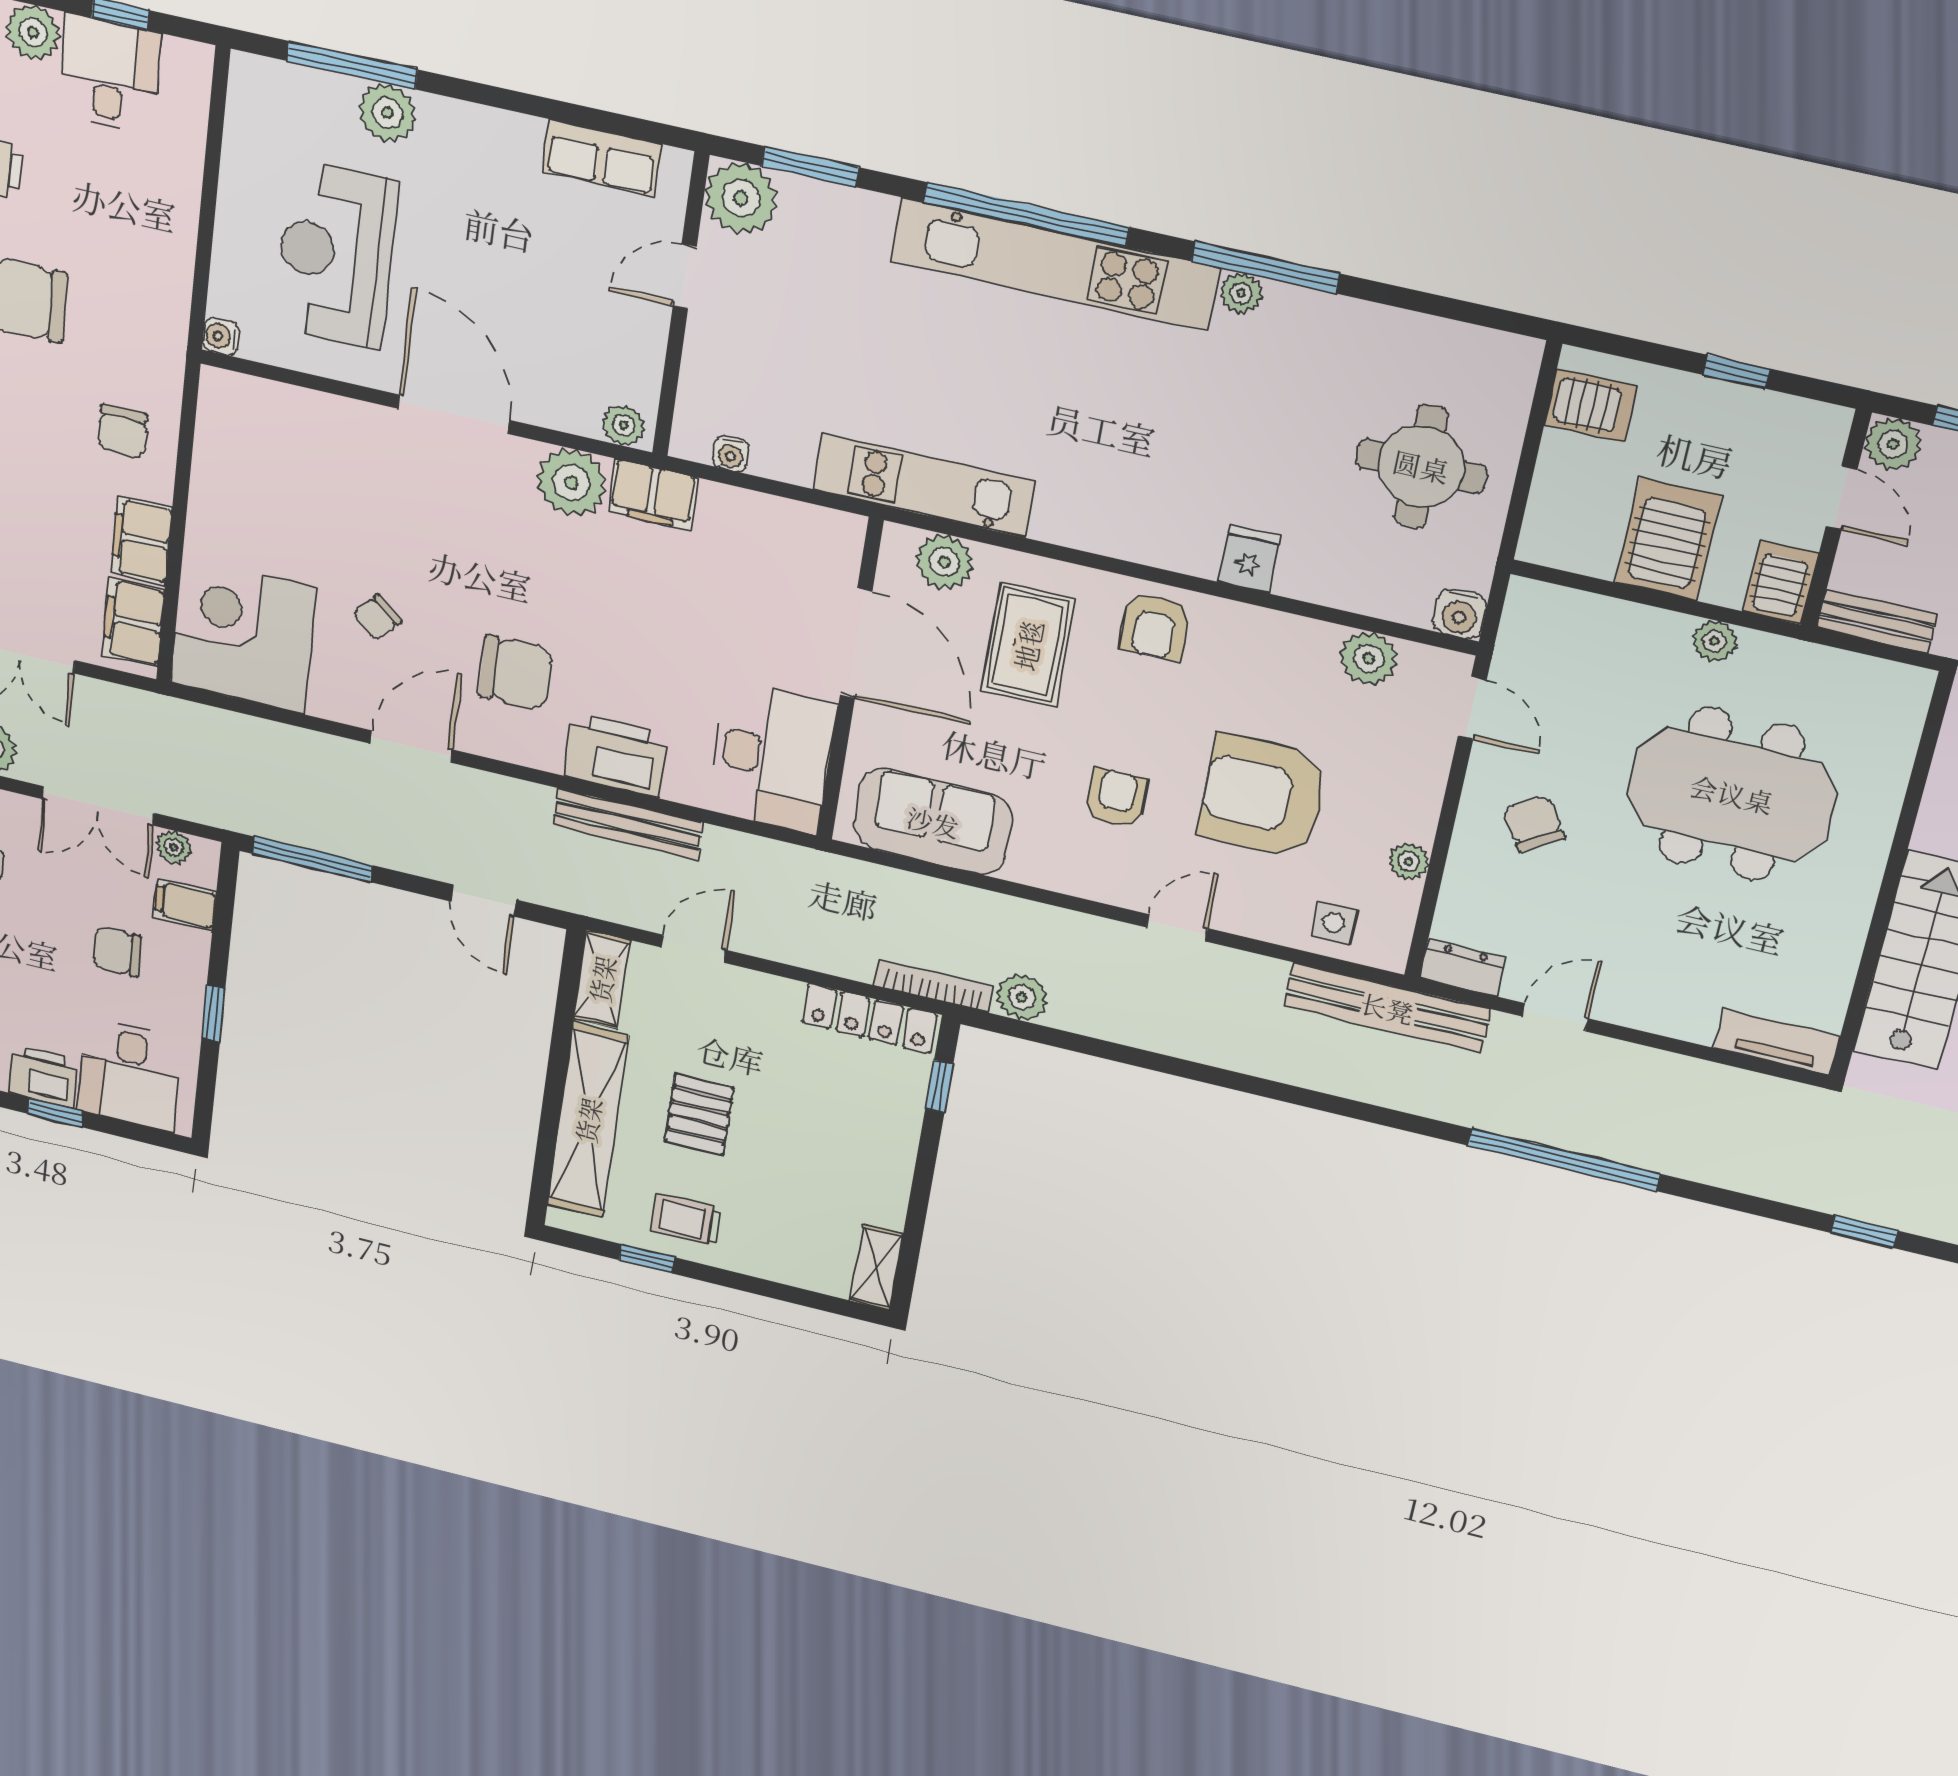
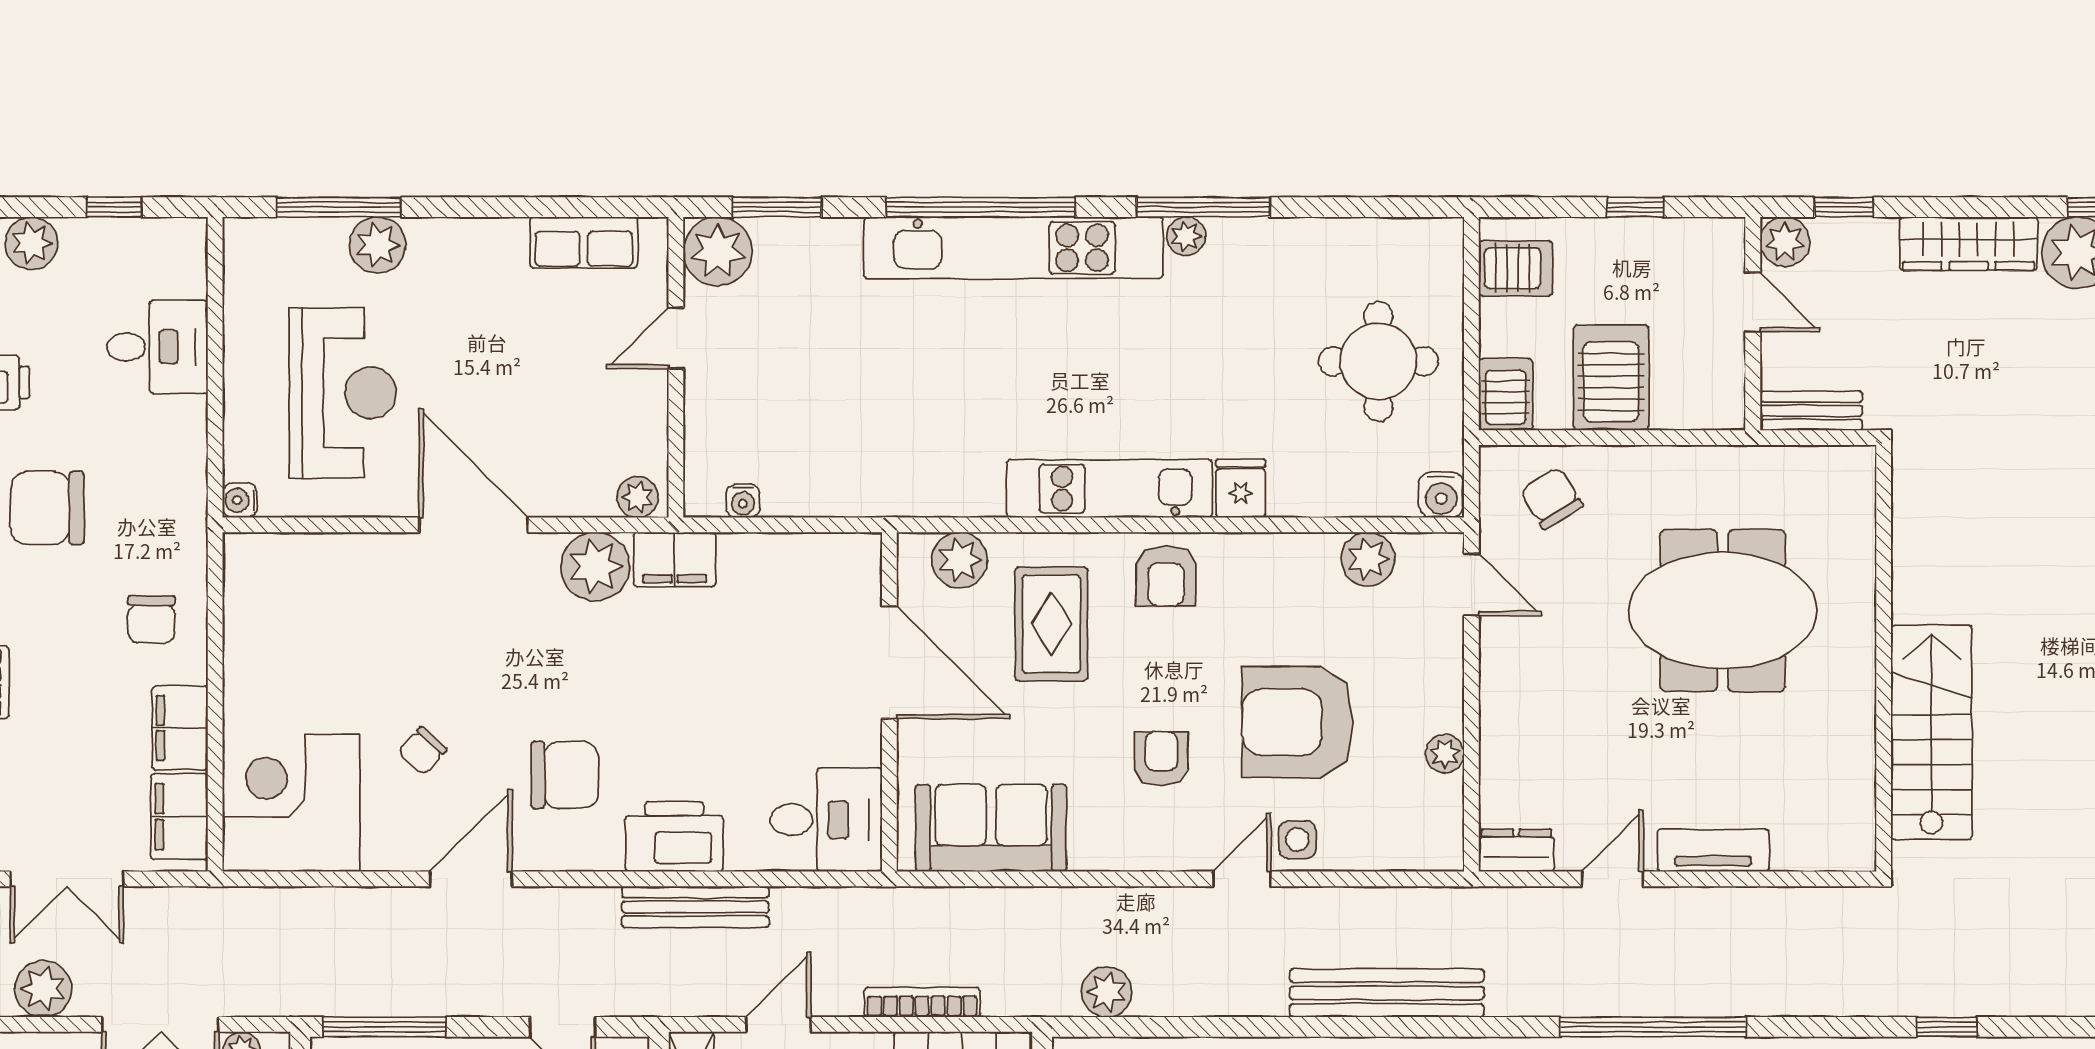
desk: (109, 74) -> (157, 347), moved, turned 90
reception desk: (336, 254) -> (343, 393), turned 180
kitchen unit: (924, 485) -> (1109, 489), moved
server rack: (1780, 582) -> (1506, 394), moved
plant: (1714, 641) -> (1674, 465), removed
desk: (772, 757) -> (826, 820), width x0.73
chair: (1534, 824) -> (1552, 498), moved
side table: (1334, 923) -> (1297, 840), moved
bookcase: (934, 986) -> (922, 1002), moved
bench: (1387, 1008) -> (1387, 993), moved
tv unit: (1777, 1042) -> (1713, 850), moved

